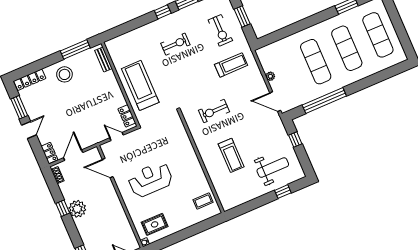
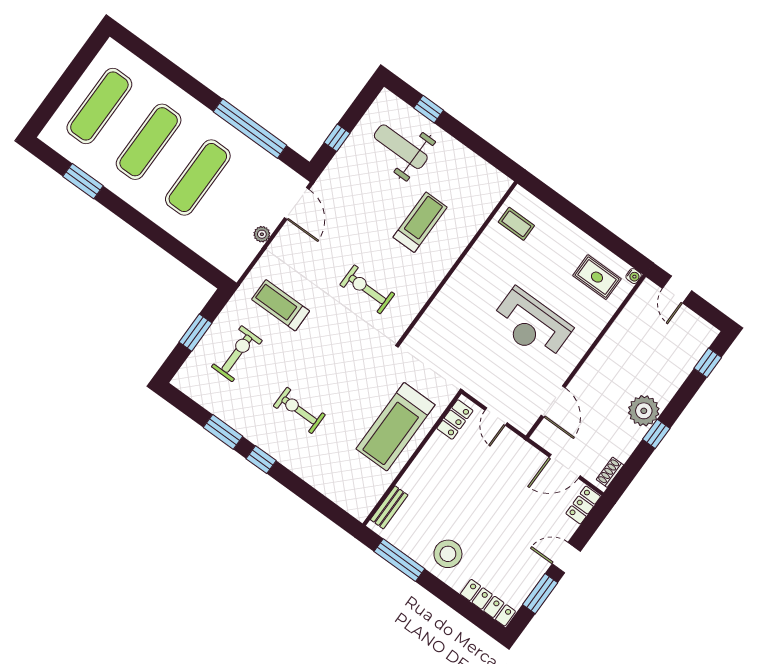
exercise bike: (214, 111) -> (367, 289), turned 180

